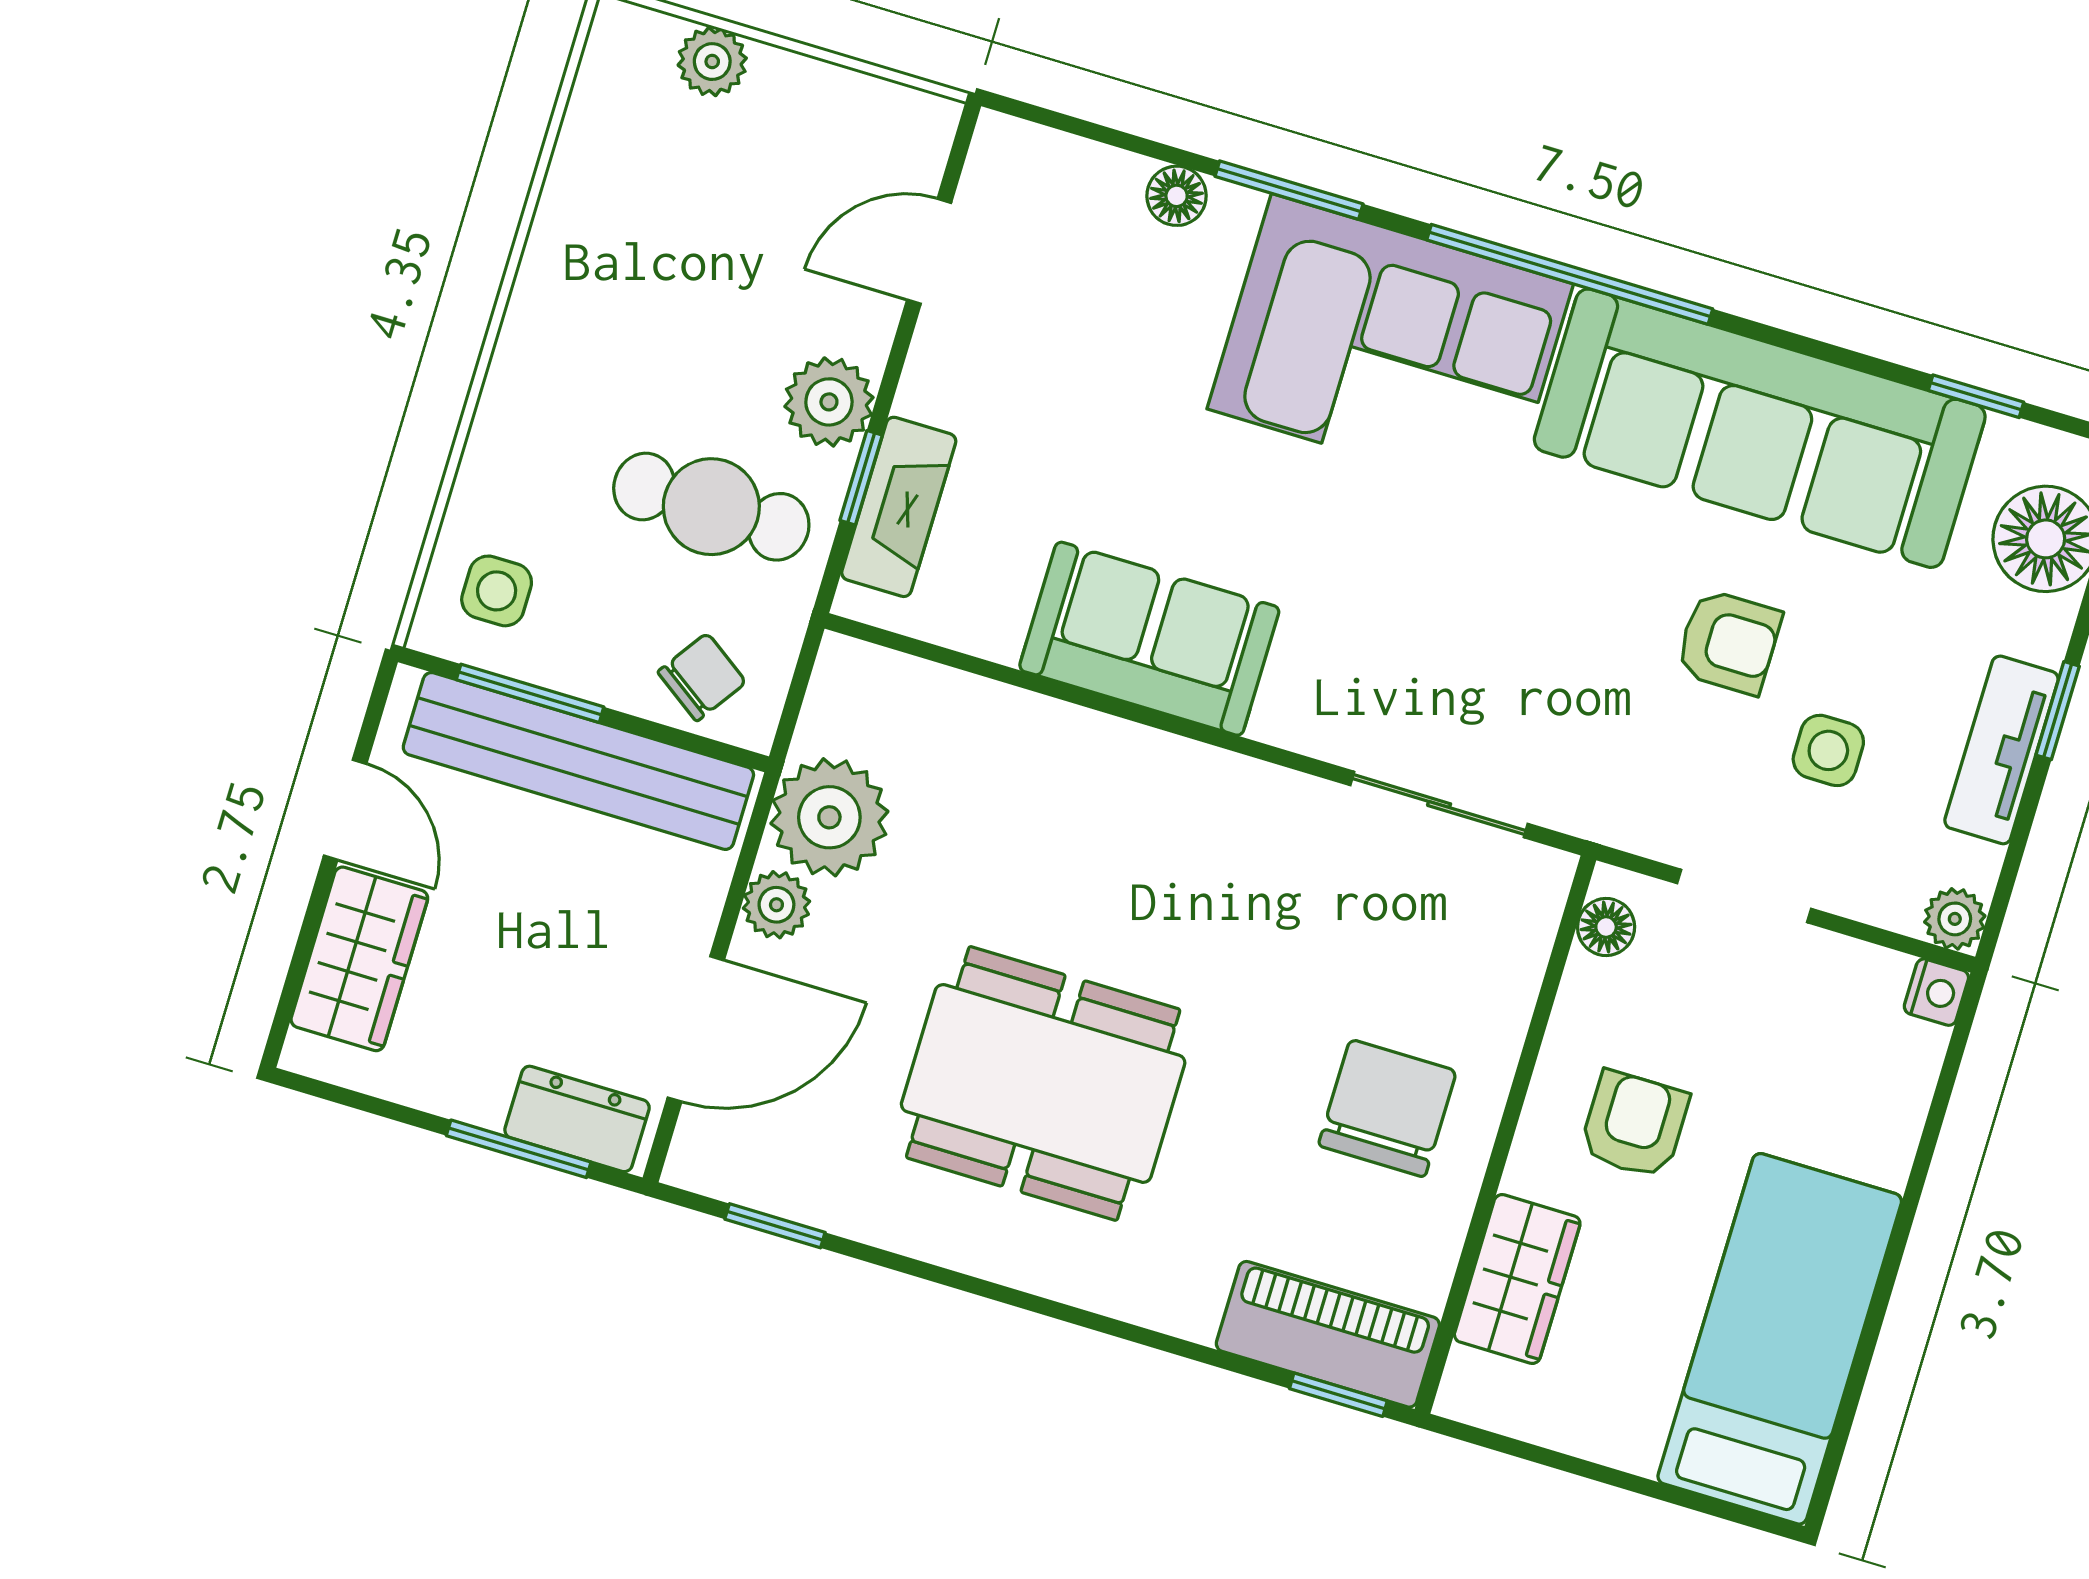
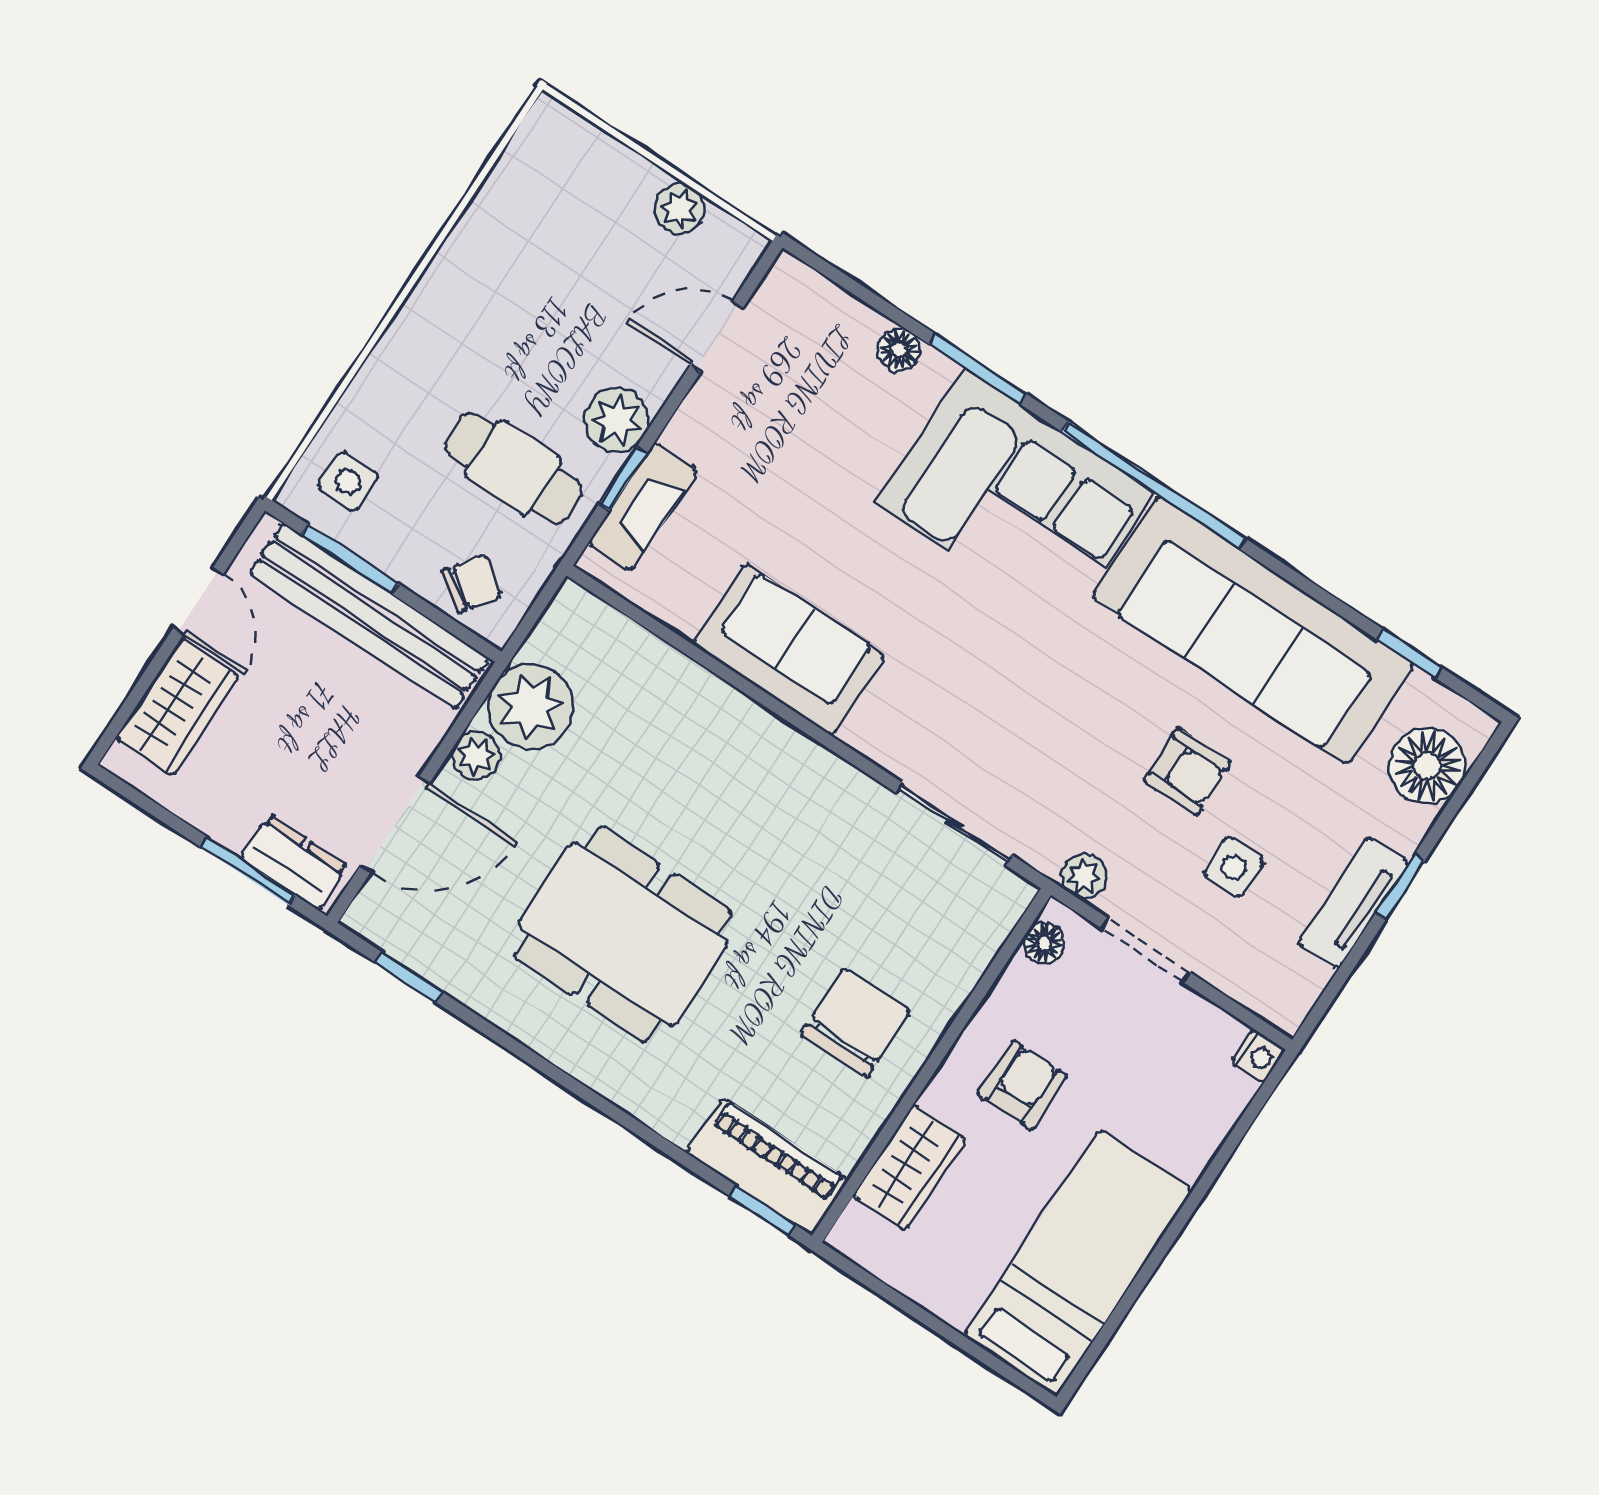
plant: (712, 62) -> (679, 209), moved
plant: (1955, 919) -> (1084, 876), moved

